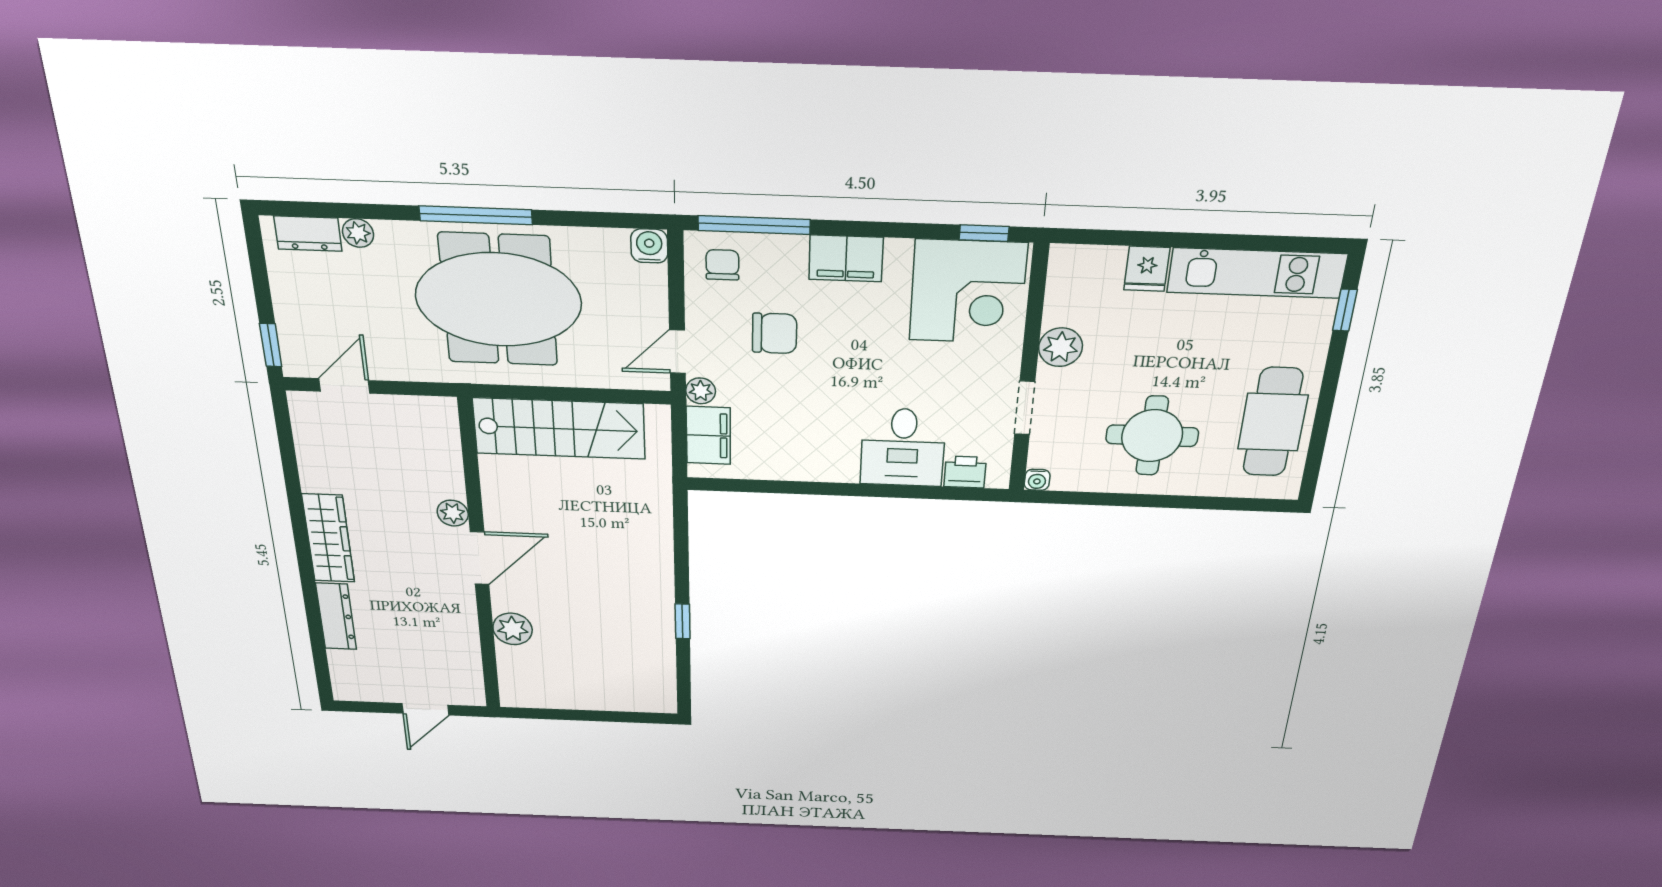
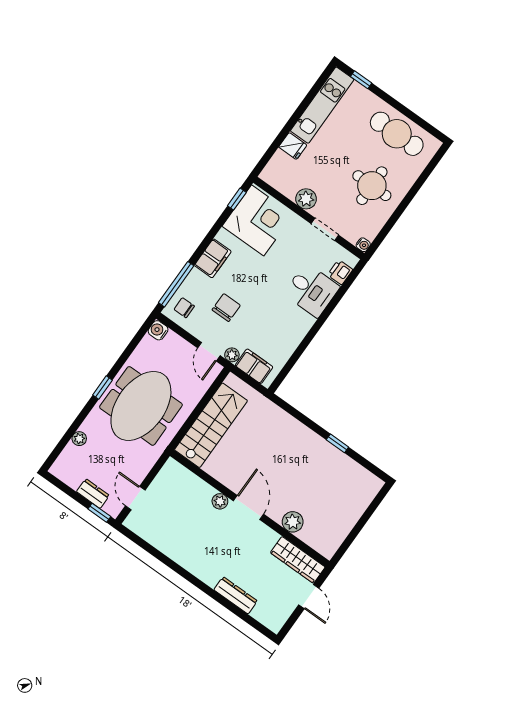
window: (476, 215) -> (102, 388), width x0.46
dresser: (308, 234) -> (93, 494), moved, turned -90
wardrobe: (328, 538) -> (298, 560), moved, turned 180

